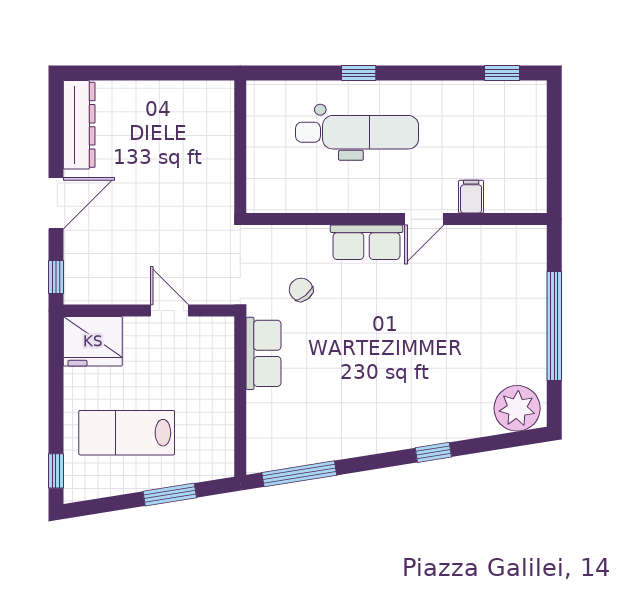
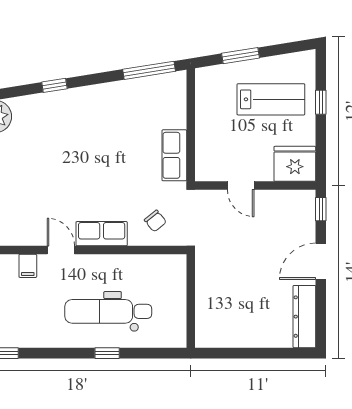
door: (424, 219) -> (61, 250), hinge flipped
chair: (301, 290) -> (155, 221), moved
window: (56, 471) -> (321, 102), moved

